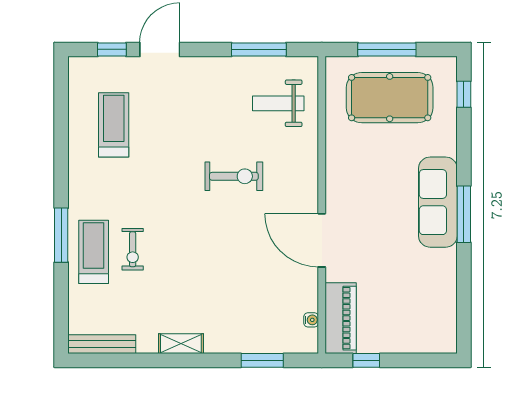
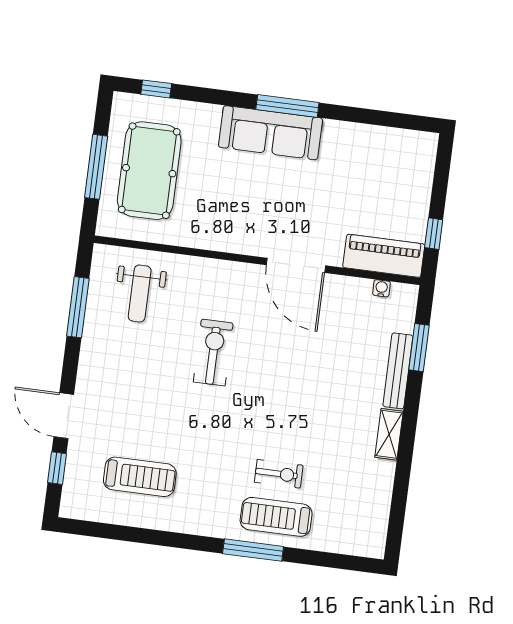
treadmill: (114, 125) -> (140, 477), turned 180
door: (322, 240) -> (296, 265), hinge flipped
bench: (102, 344) -> (398, 371), moved

